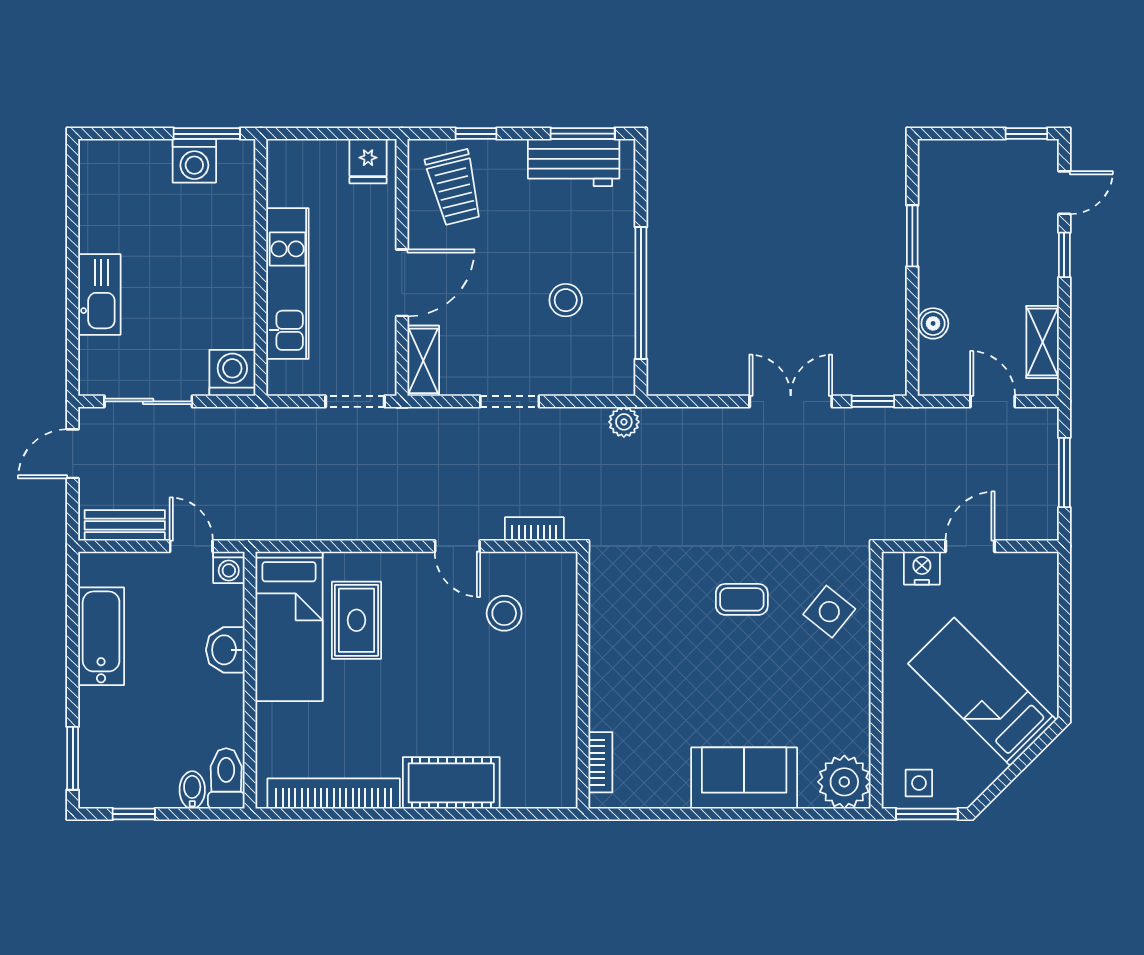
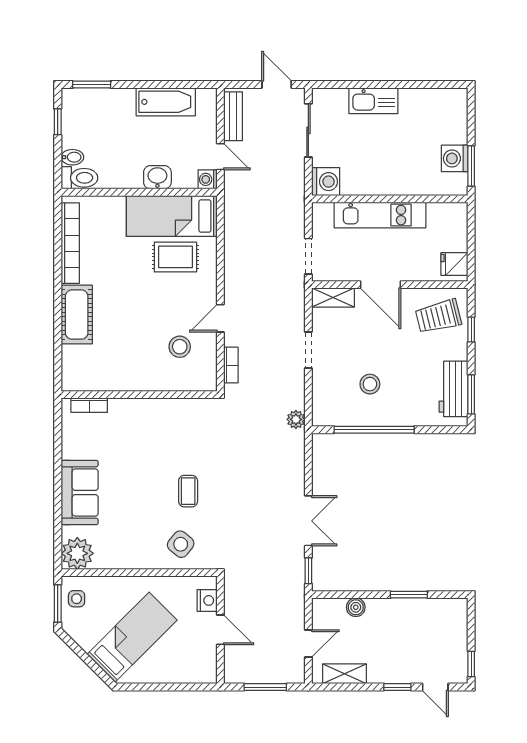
door: (191, 546) -> (220, 157), hinge flipped

